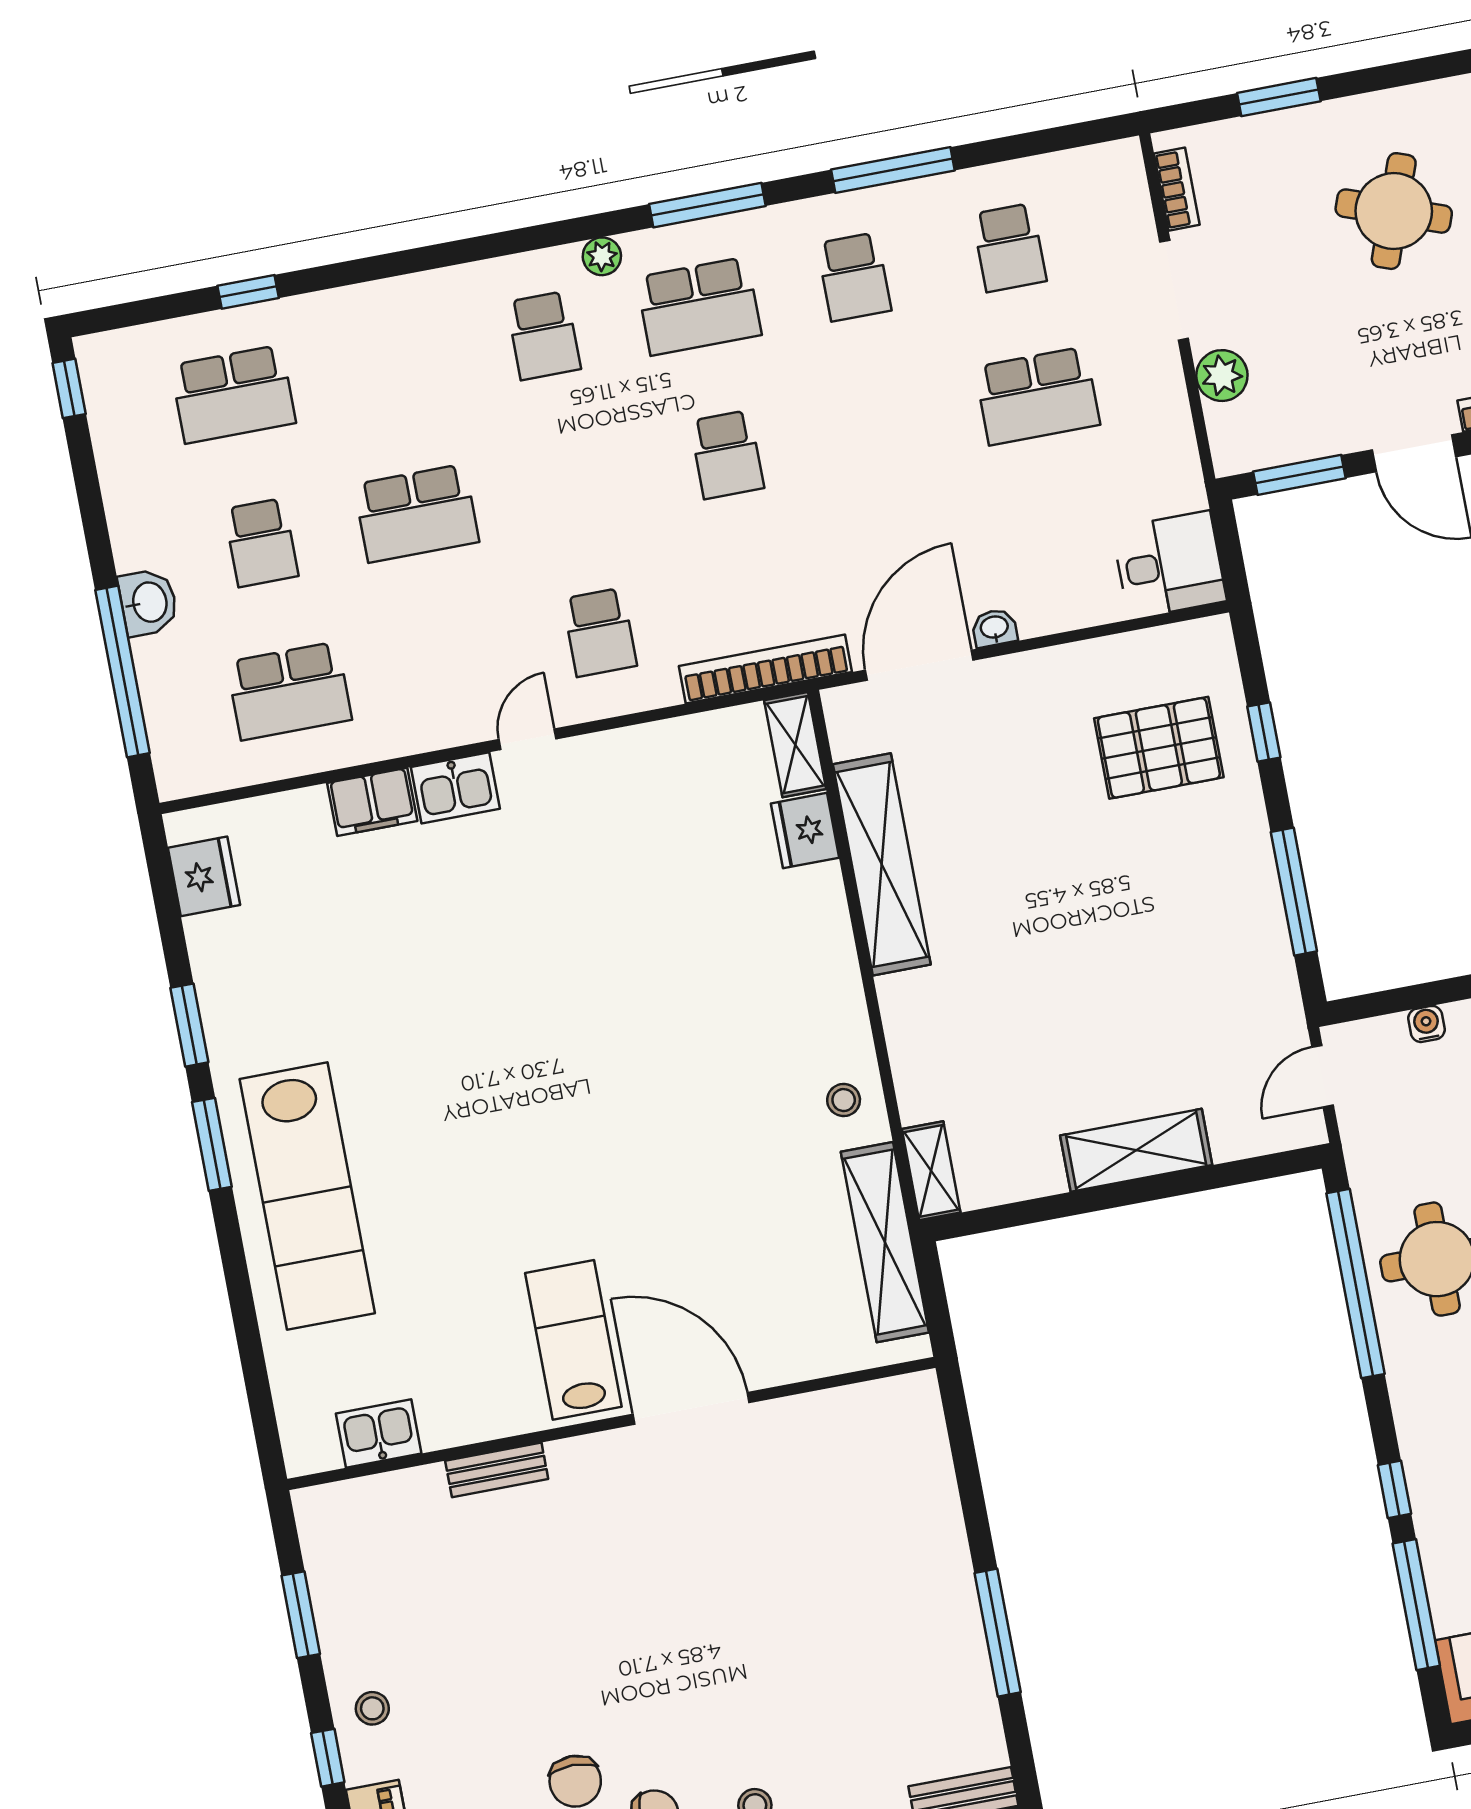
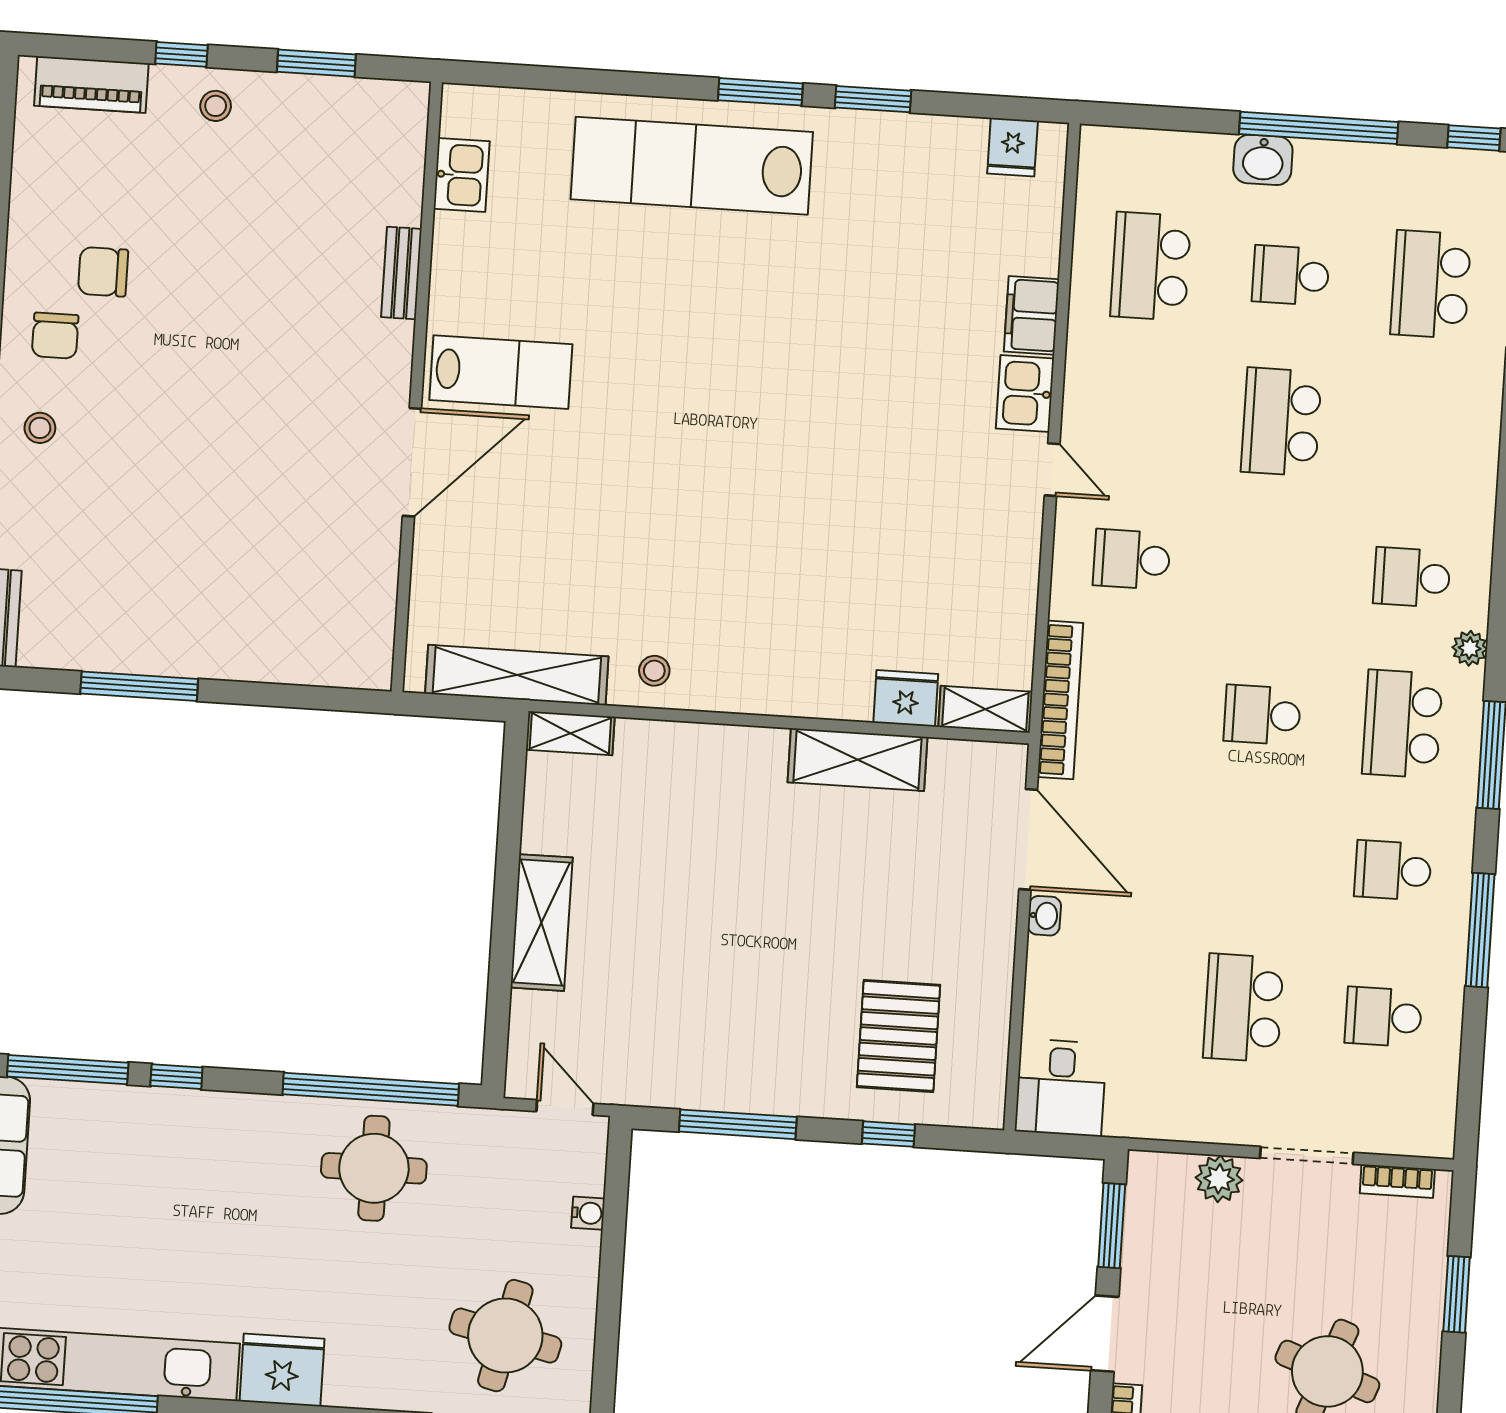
window: (123, 672) -> (1319, 128), moved
shelving: (882, 864) -> (858, 760), width x0.68
fridge: (204, 876) -> (1013, 147), width x0.72

